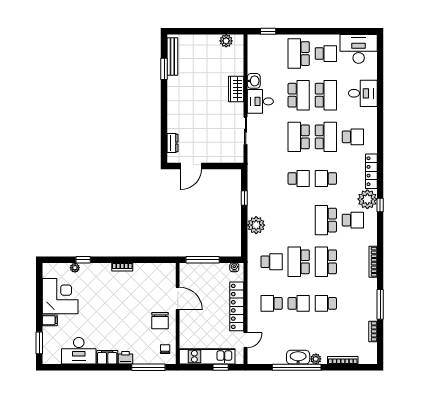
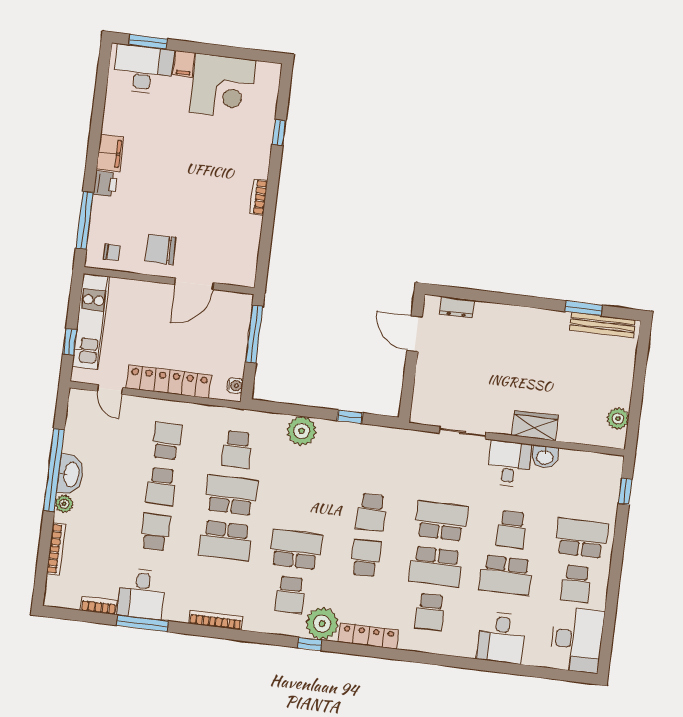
school desk: (299, 95) -> (511, 529), width x0.54
school desk: (326, 262) -> (226, 541), turned 180
plant: (75, 268) -> (267, 117), removed
desk: (363, 307) -> (142, 594), added
desk: (79, 351) -> (143, 69), moved, turned 90

